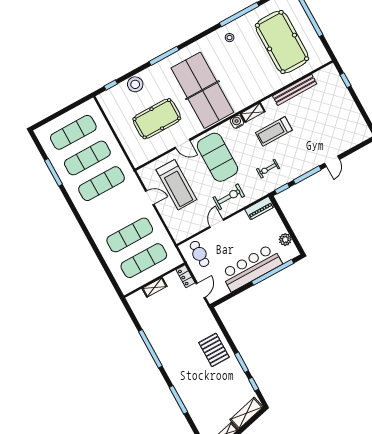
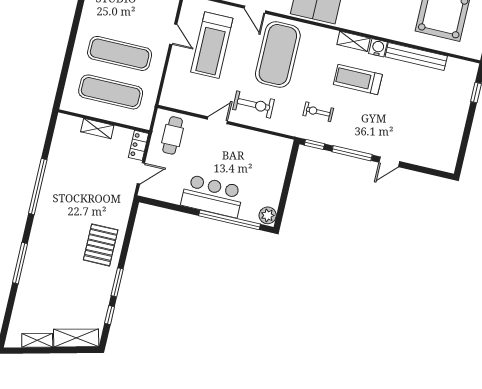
water cooler: (237, 122) -> (378, 48), moved
piano: (259, 208) -> (274, 144), removed
plant: (285, 240) -> (268, 215), moved
bar counter: (251, 268) -> (212, 196), width x0.73

